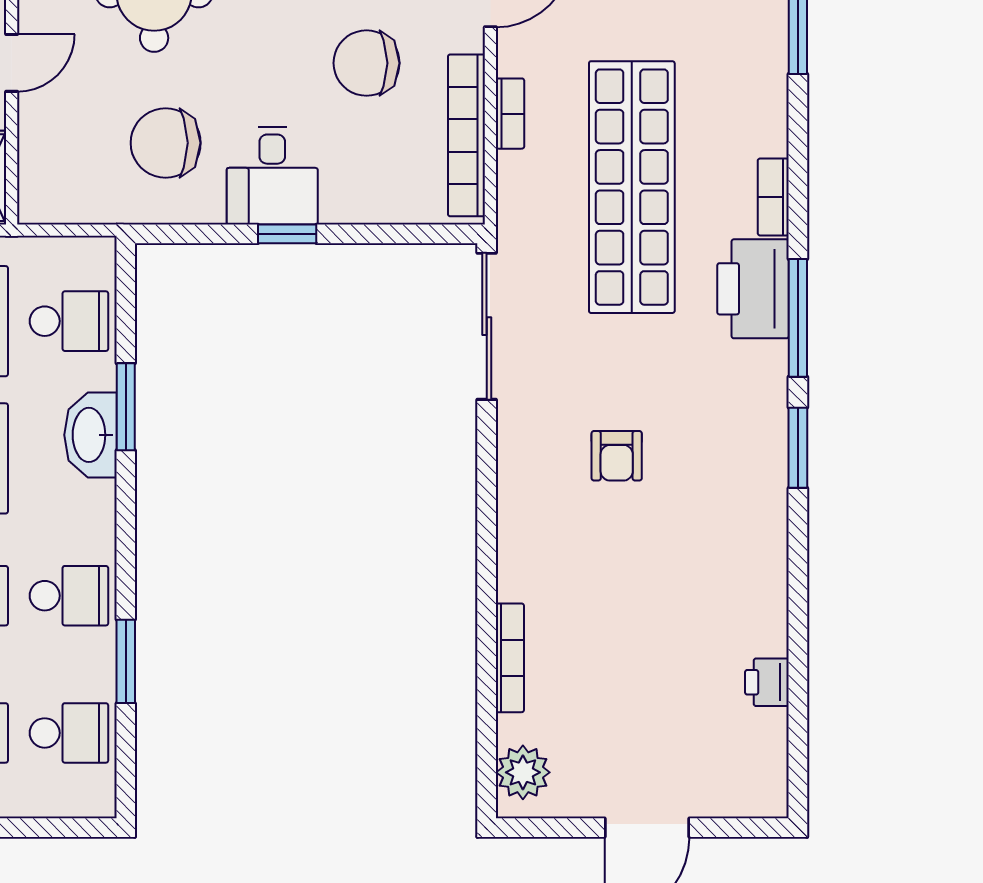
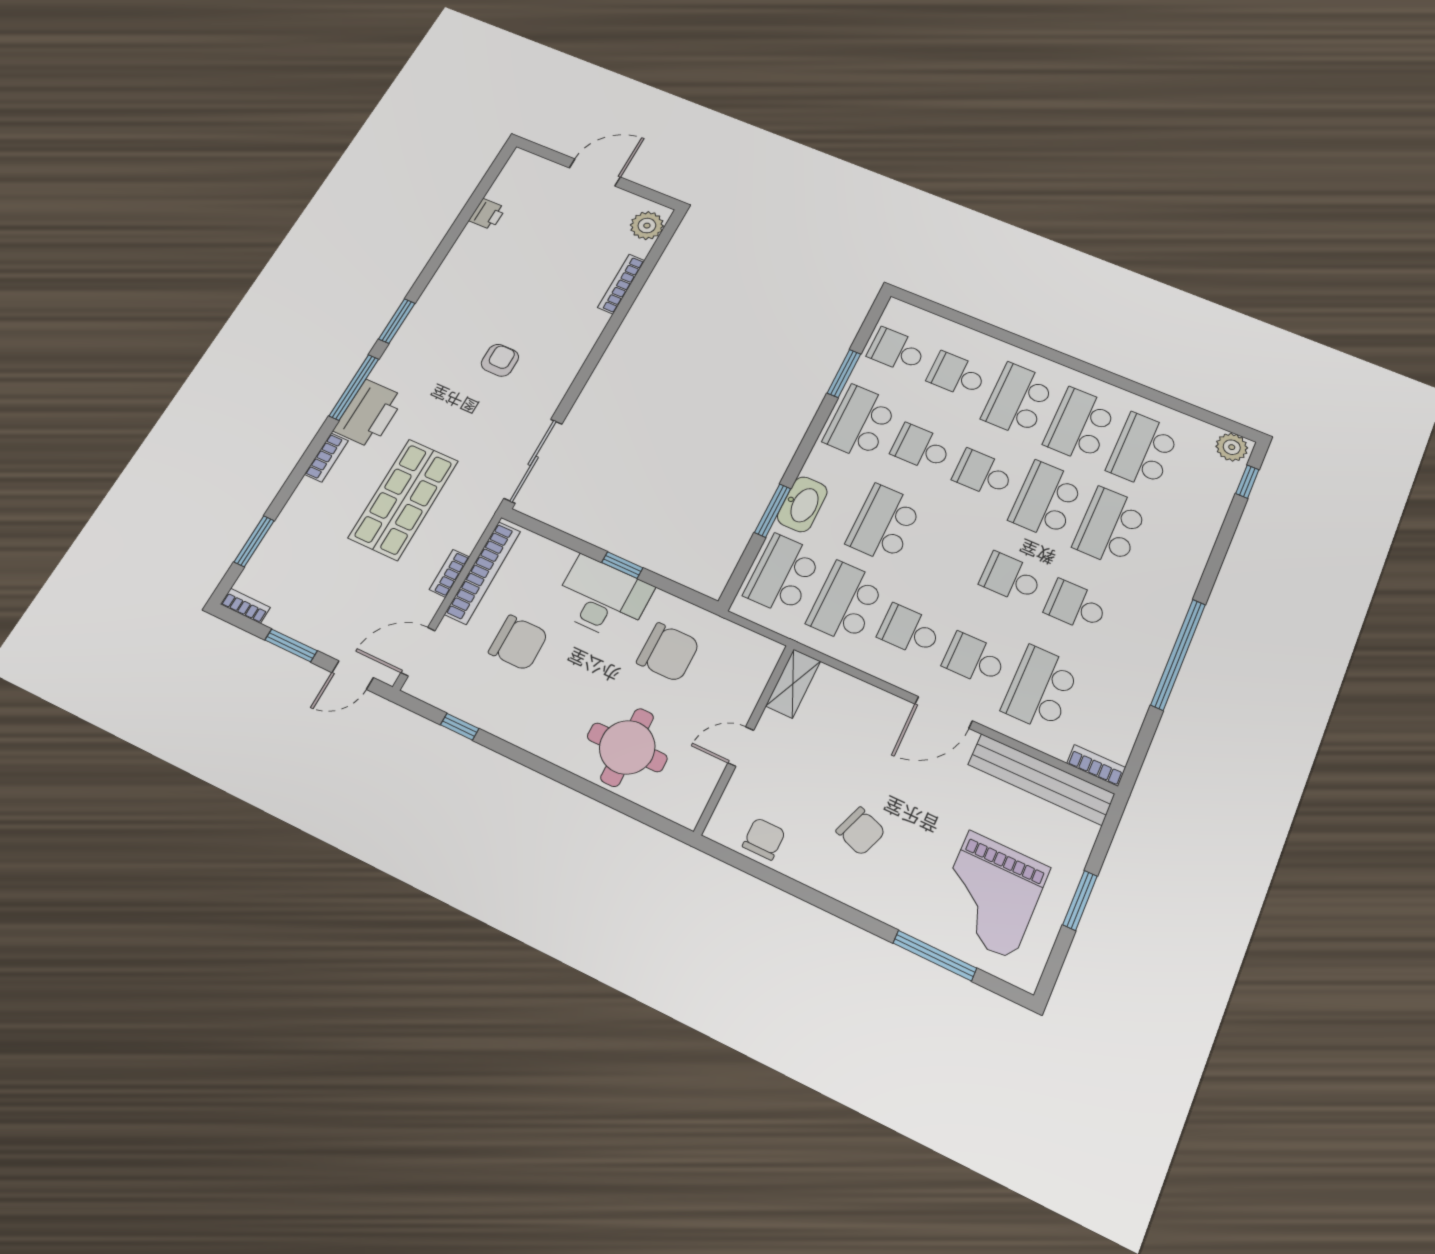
desk: (272, 176) -> (602, 598), width x1.37
shop shelf: (632, 187) -> (403, 499), width x0.71
school desk: (69, 321) -> (783, 575), width x1.85
school desk: (69, 596) -> (860, 422), width x1.85

